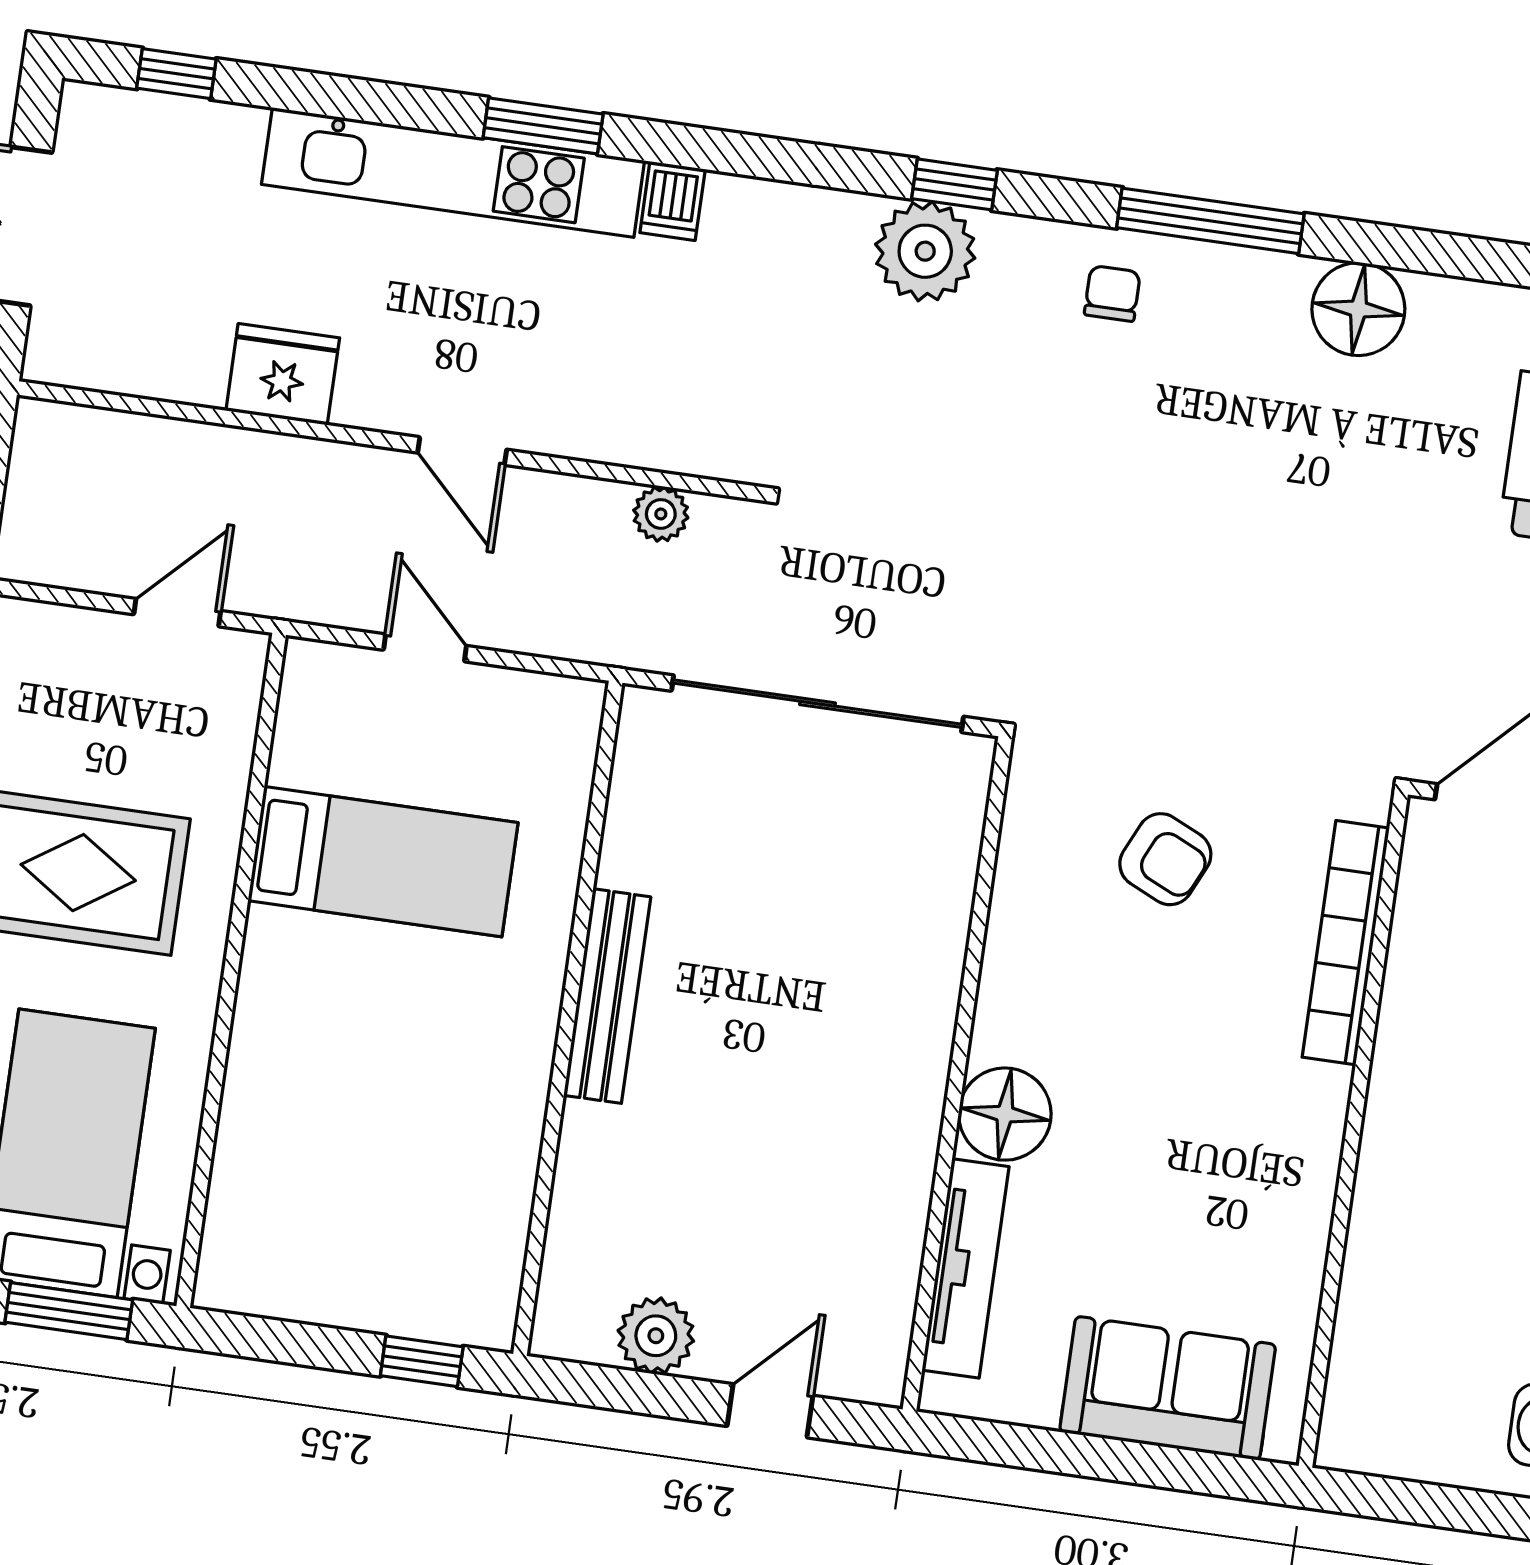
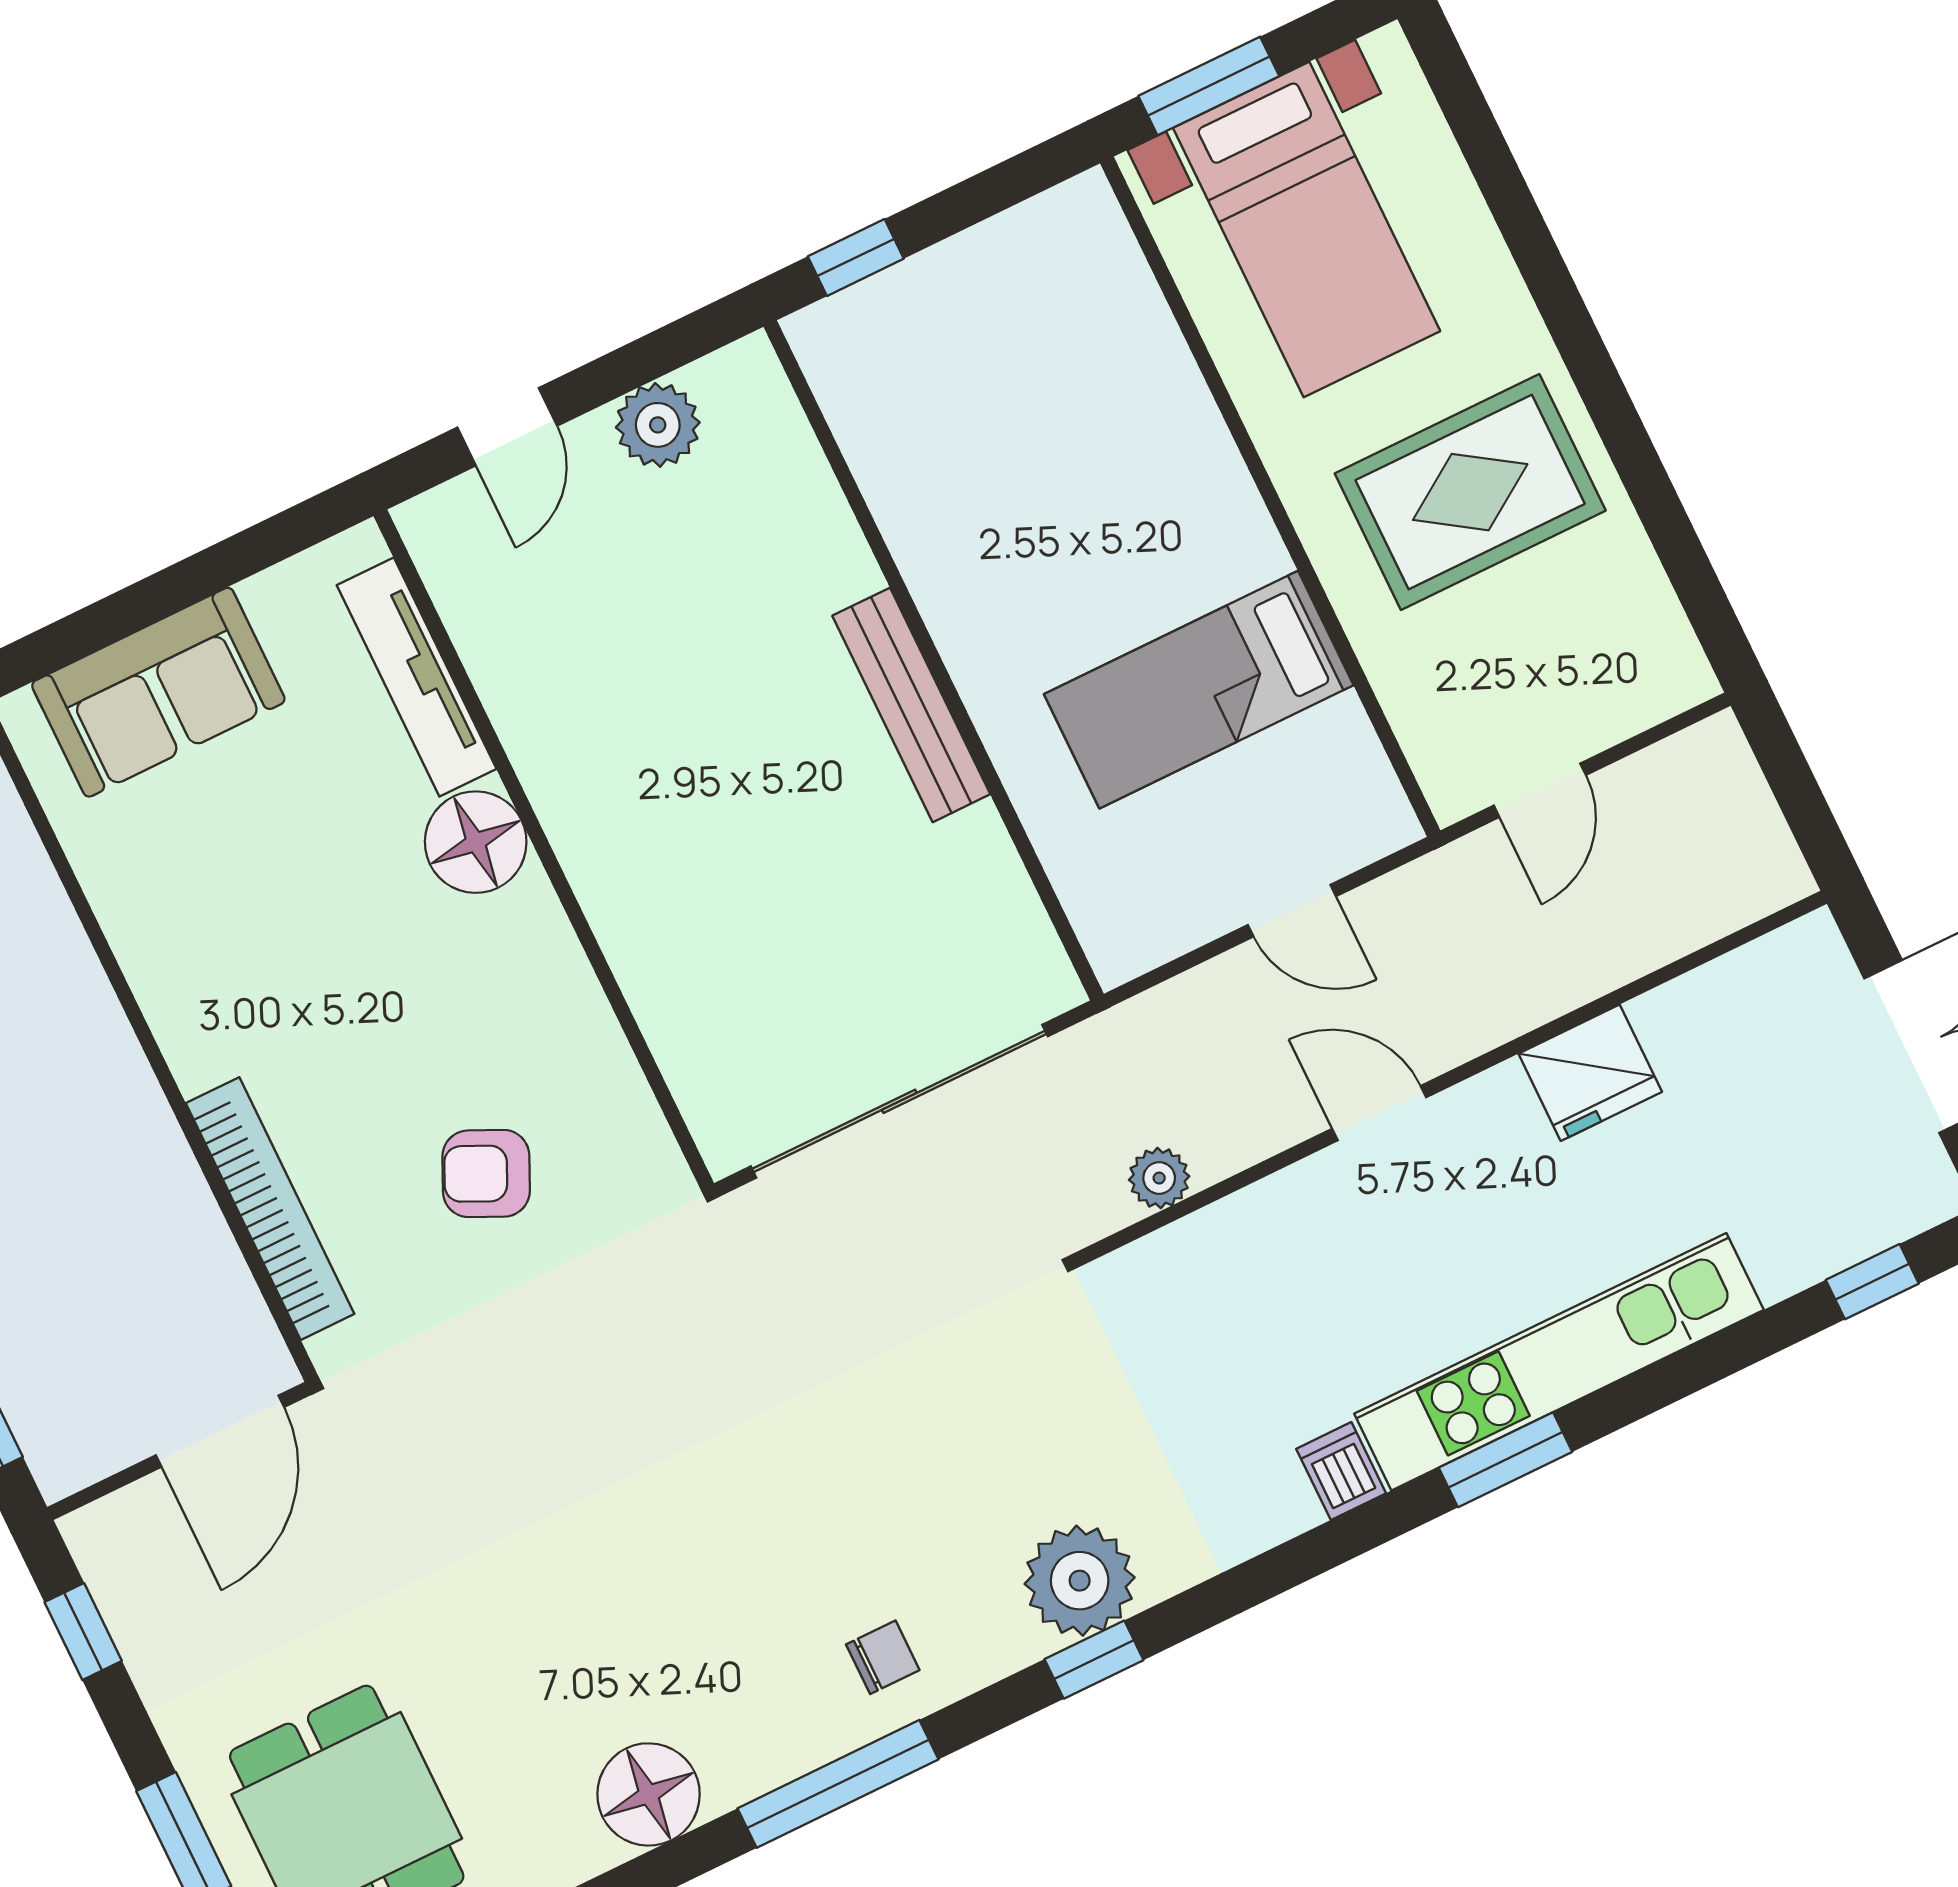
chair: (1112, 293) -> (883, 1657), turned -90

